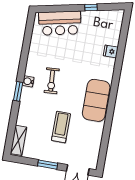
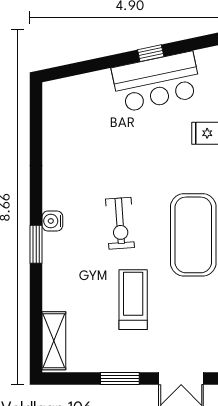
bar counter: (60, 23) -> (157, 82), moved
exercise bike: (52, 81) -> (120, 223), moved

